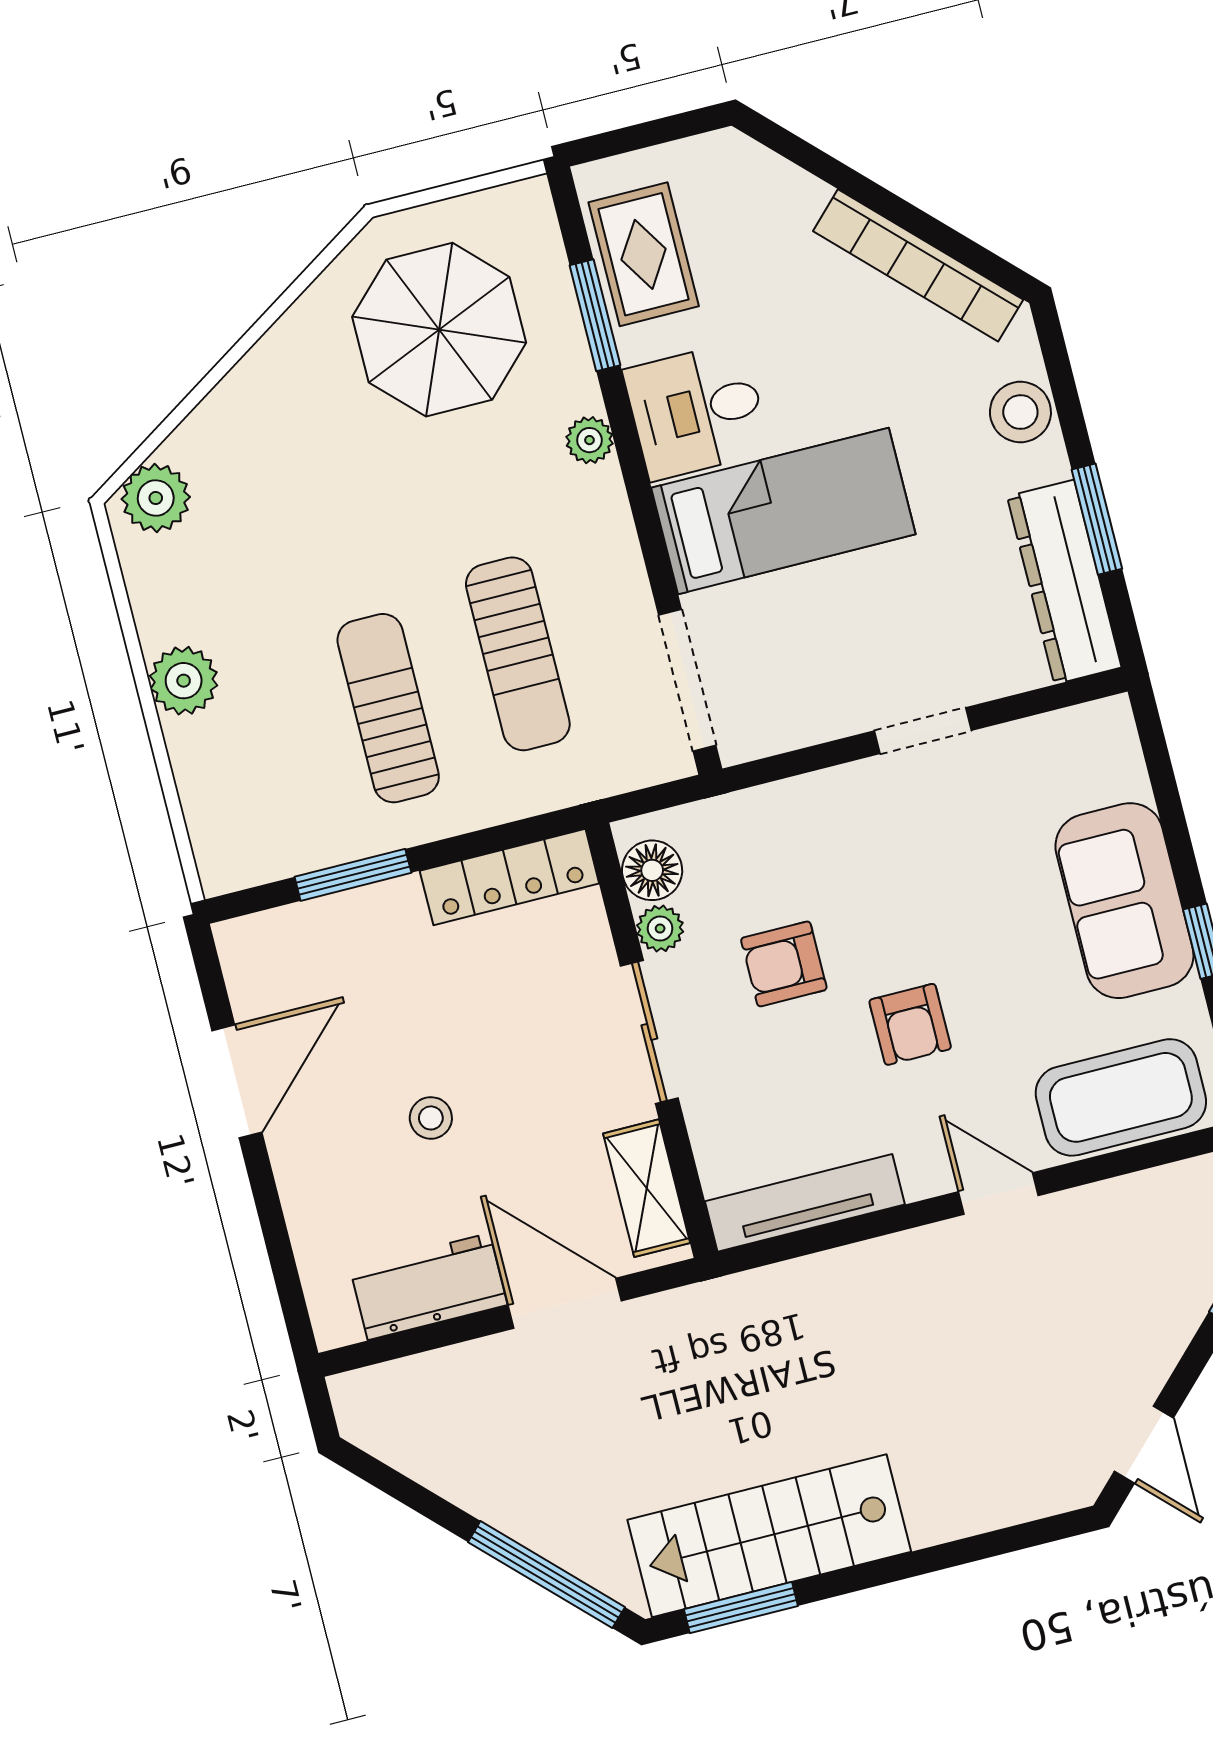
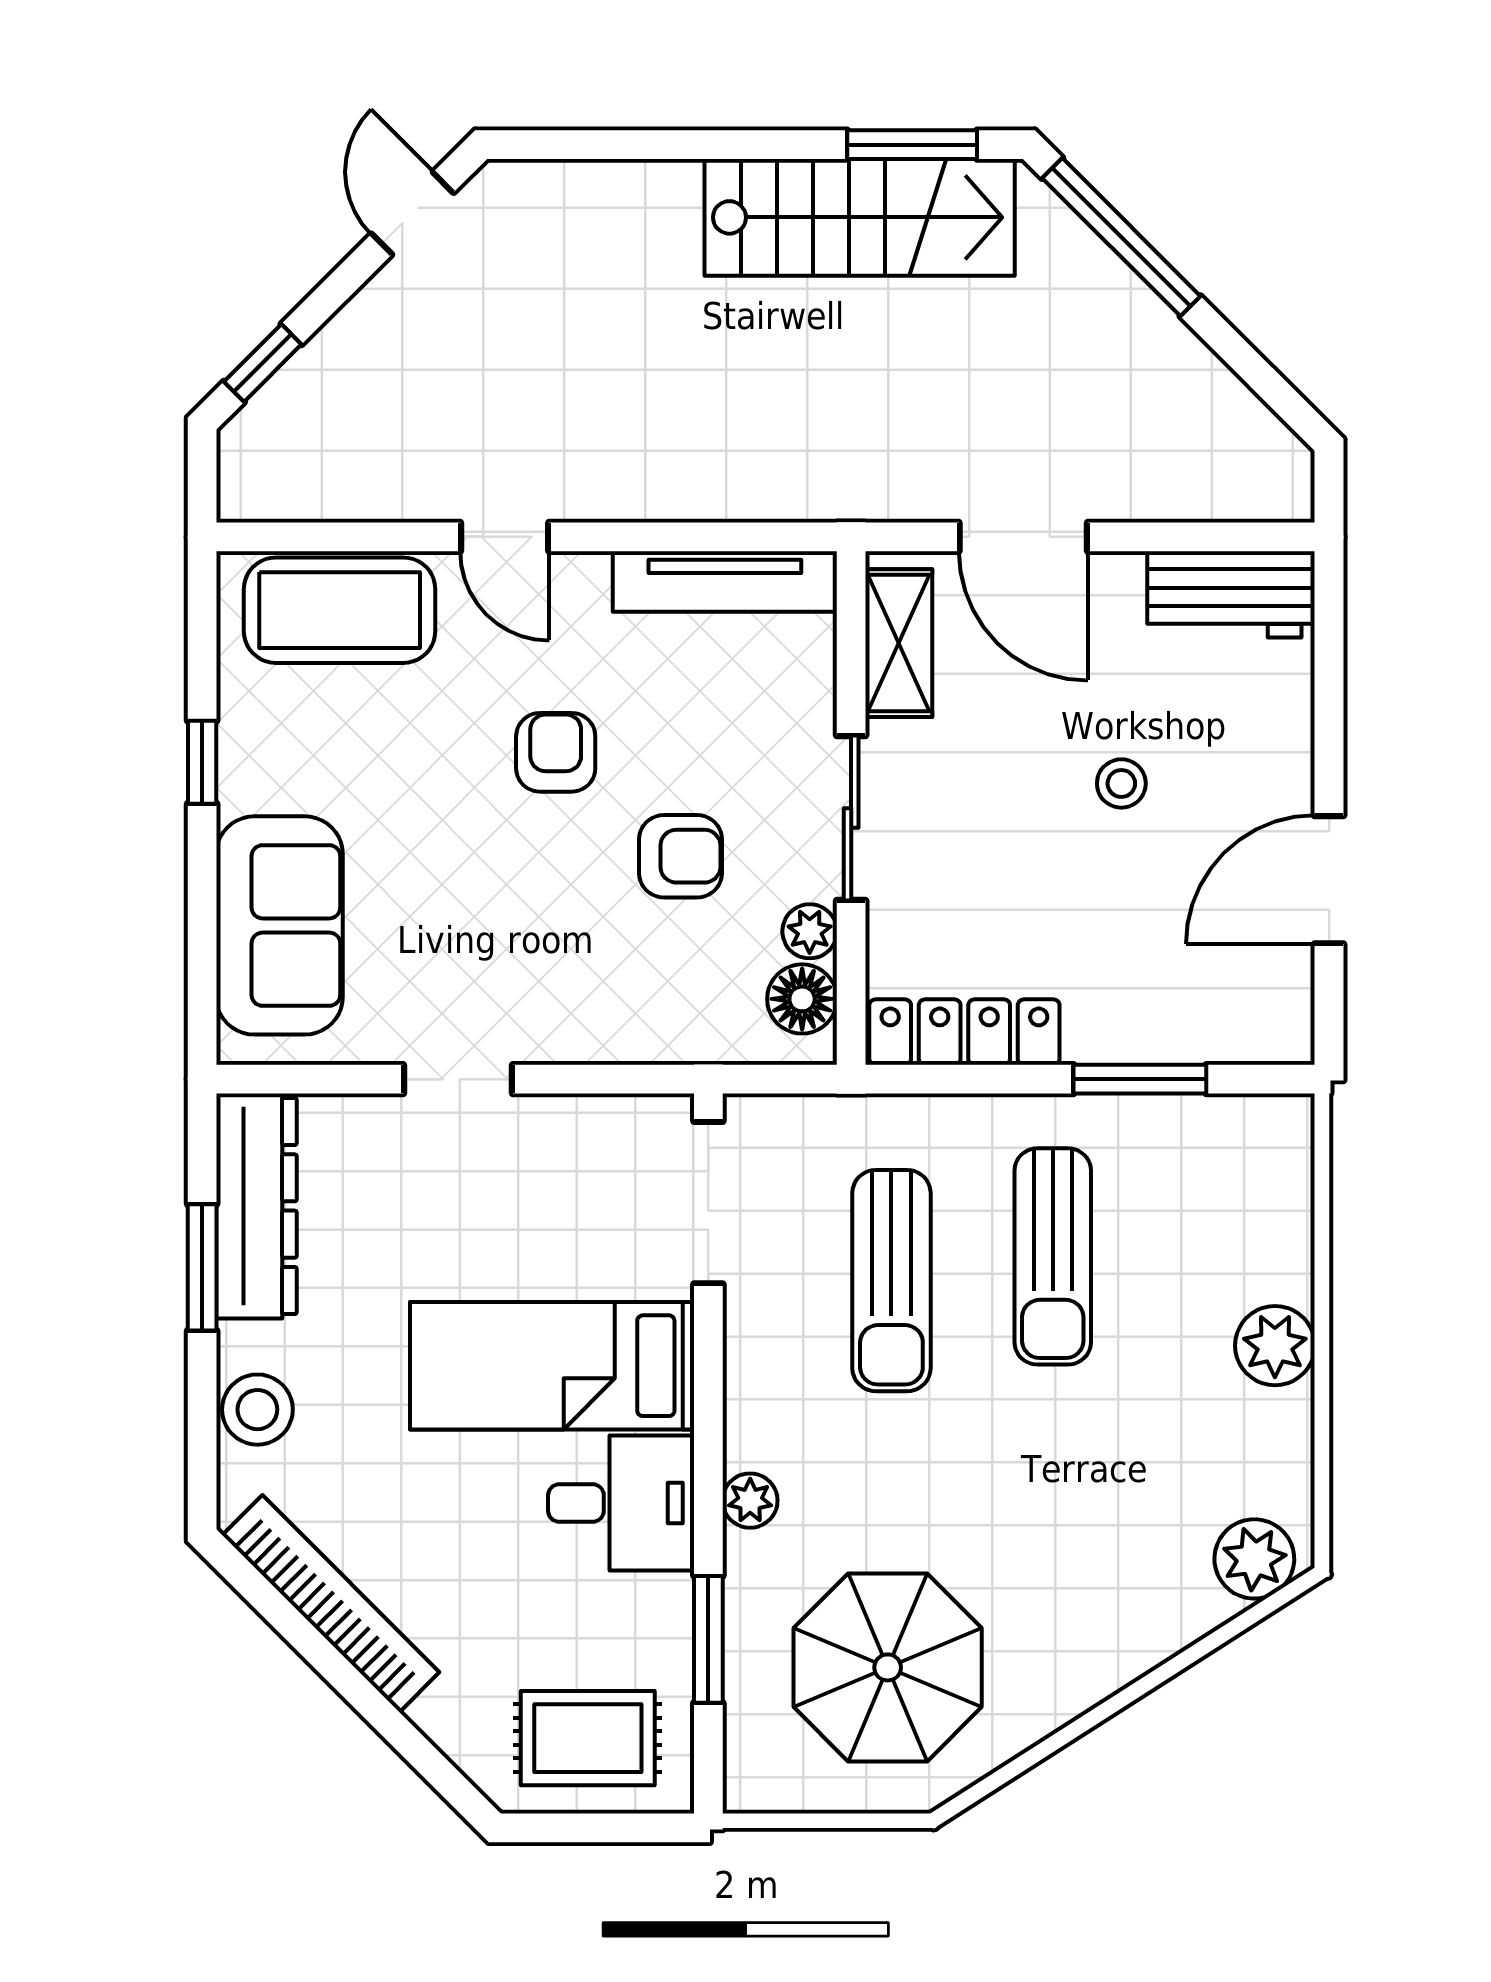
rug: (644, 254) -> (588, 1738), moved, turned 90
sun lounger: (518, 654) -> (891, 1281), turned 180
sofa: (1124, 901) -> (279, 925), moved
workbench: (429, 1287) -> (1231, 594), moved

